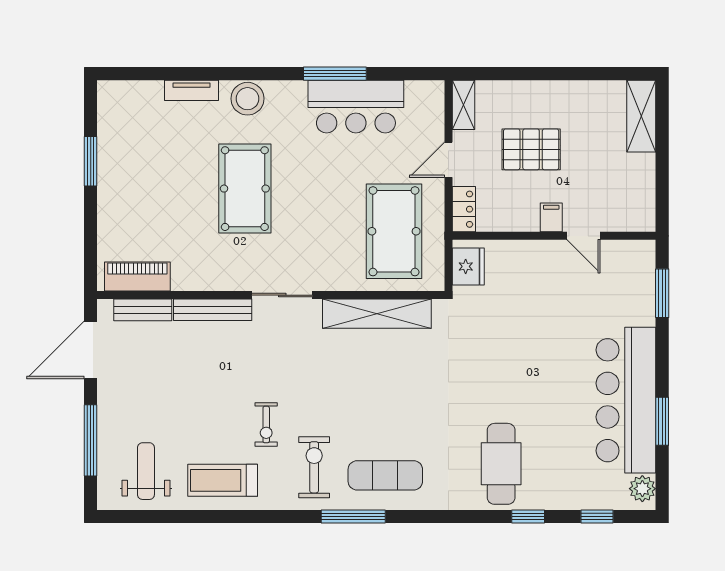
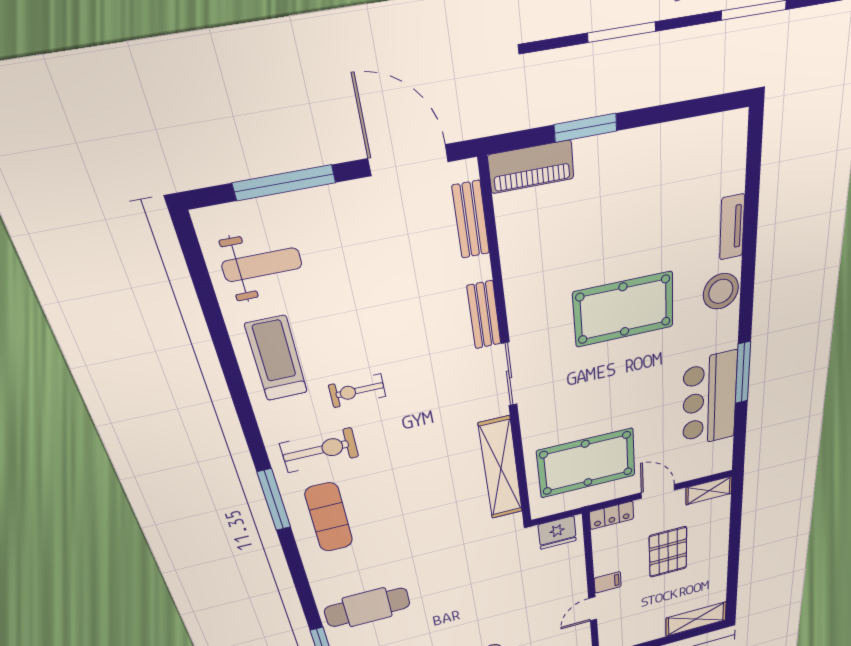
window: (91, 161) -> (586, 128), moved
piano: (137, 276) -> (531, 167), moved, turned 90
bench: (213, 310) -> (484, 315), width x0.73

